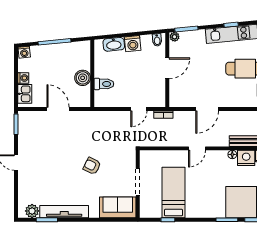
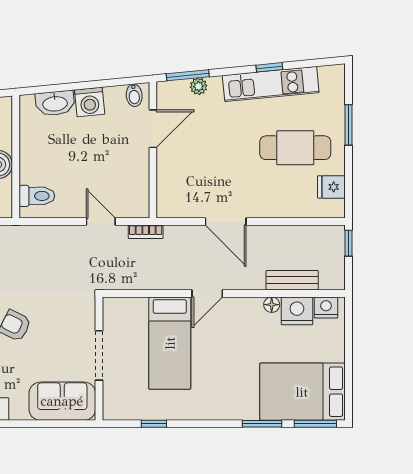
plant: (174, 37) -> (199, 86), moved
door: (167, 68) -> (153, 129), moved
toilet: (104, 84) -> (37, 196), moved
door: (139, 109) -> (101, 222), swing flipped
door: (207, 109) -> (226, 222), hinge flipped
bed: (174, 193) -> (170, 343), moved, turned 180

